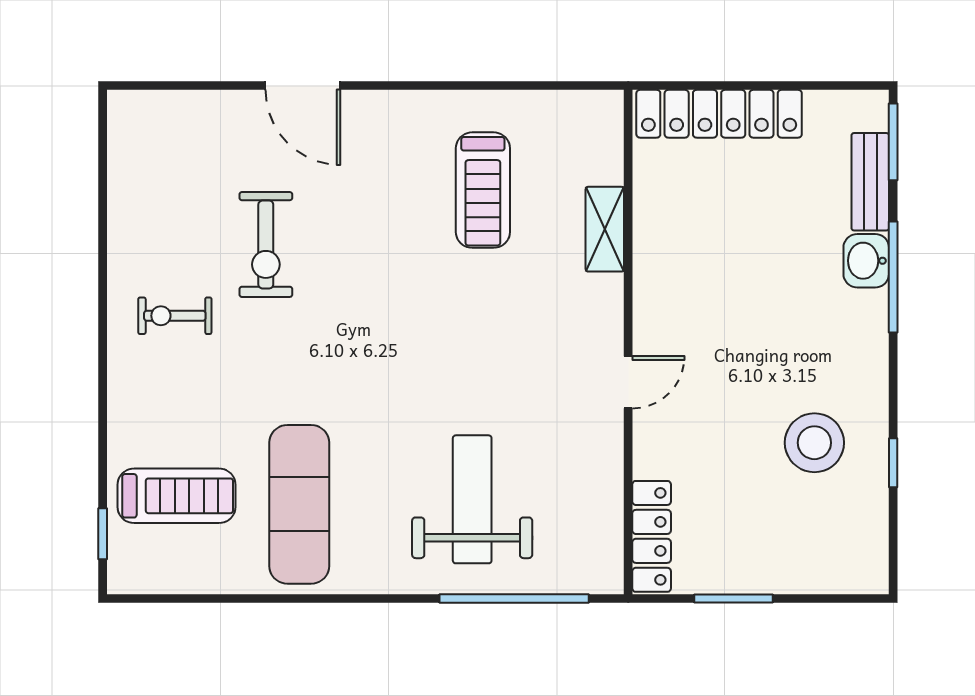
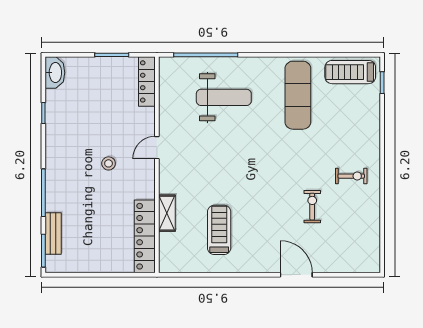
locker: (719, 114) -> (145, 236), moved, turned -90
exercise bike: (266, 244) -> (312, 207), width x0.73, depth x0.72
washbasin: (866, 261) -> (55, 73), moved, width x1.38
stool: (814, 443) -> (109, 163), moved, width x0.53, depth x0.53
treadmill: (177, 496) -> (350, 72), moved
weight bench: (472, 499) -> (224, 97), turned -90

